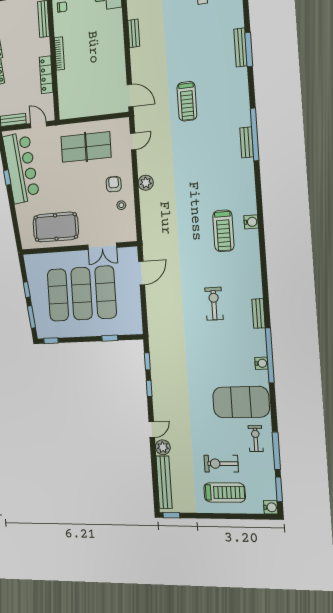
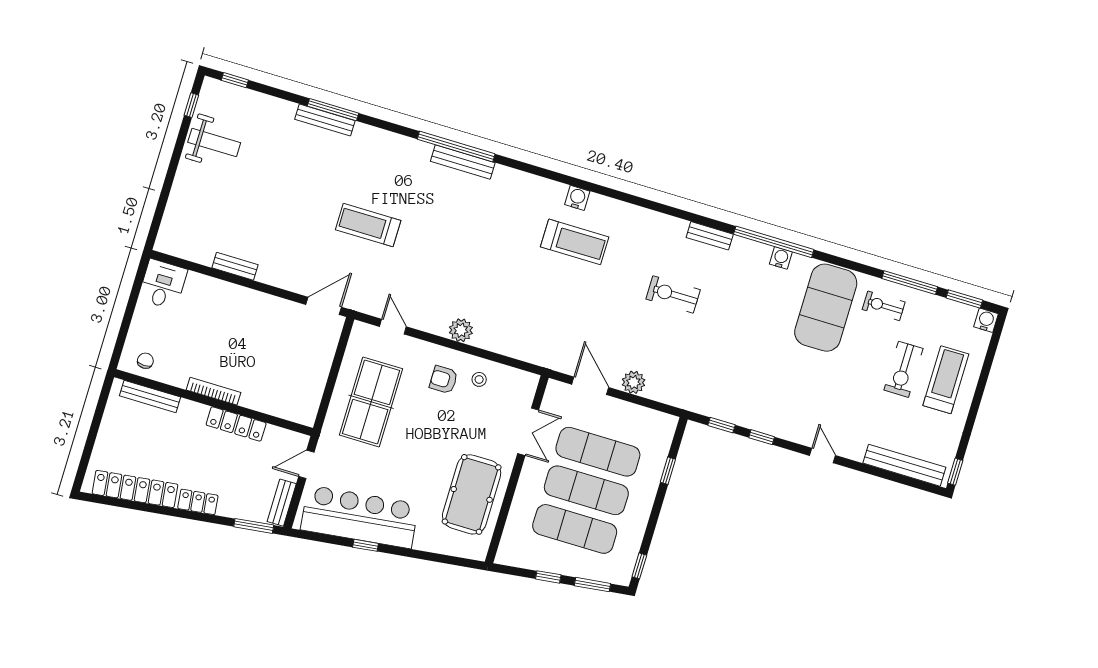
treadmill: (187, 101) -> (368, 225), turned 180
bench: (247, 142) -> (463, 162), width x1.36
plant: (163, 447) -> (634, 382), moved

